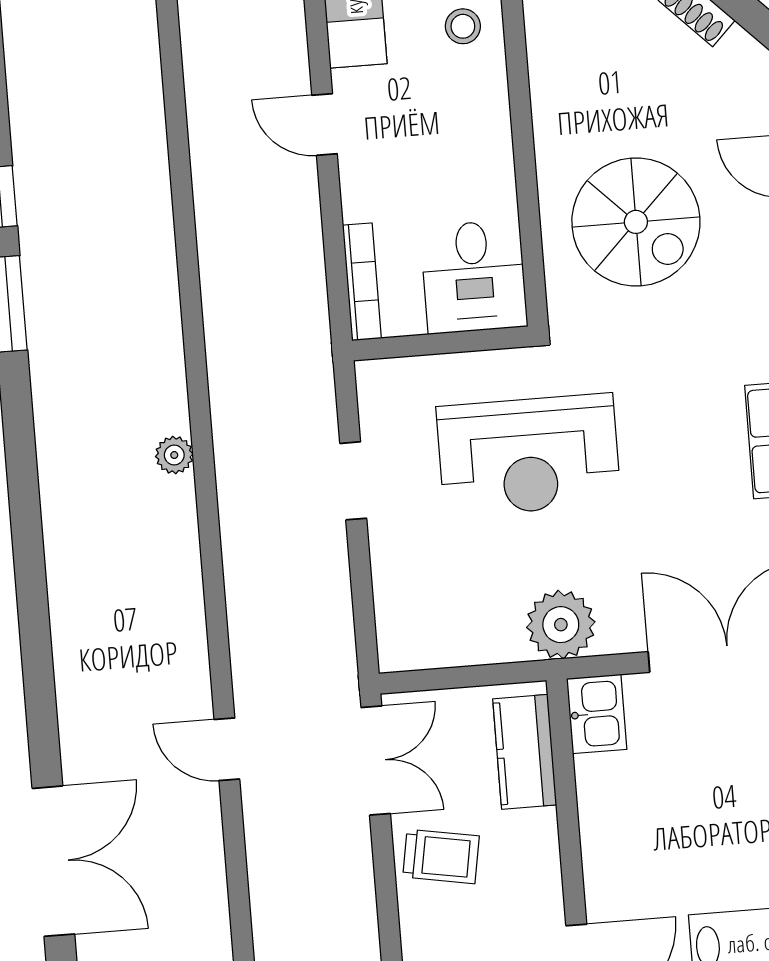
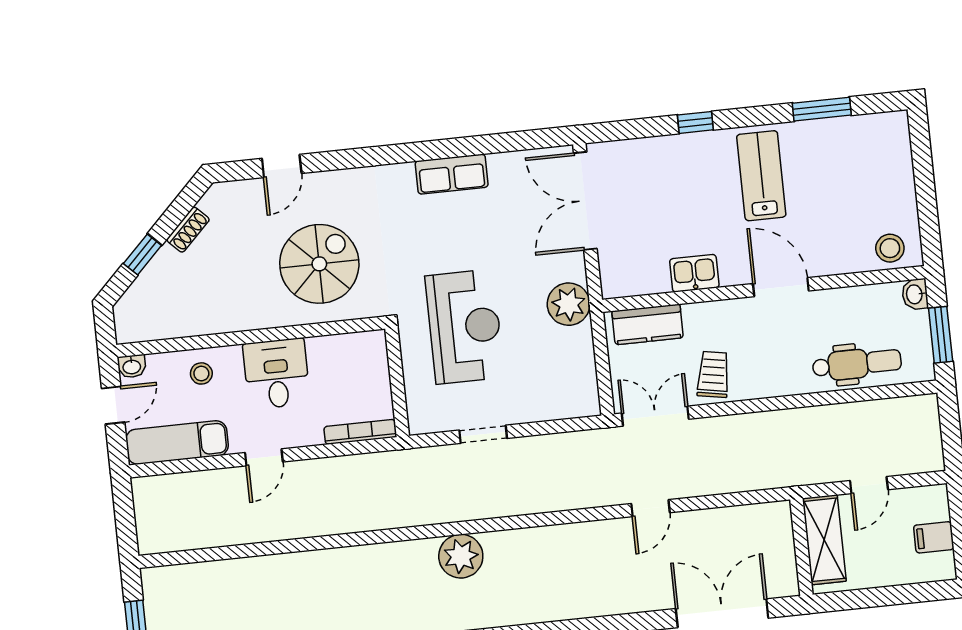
desk: (474, 277) -> (276, 374), moved, turned -90
plant: (174, 455) -> (461, 556), width x1.88, depth x1.88
kitchen sink: (597, 714) -> (694, 273), moved

